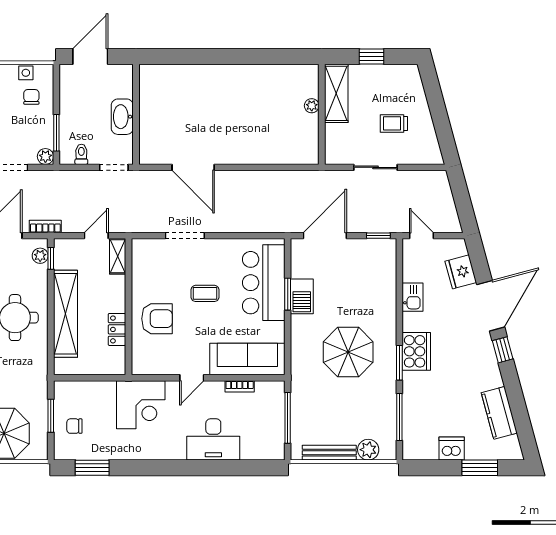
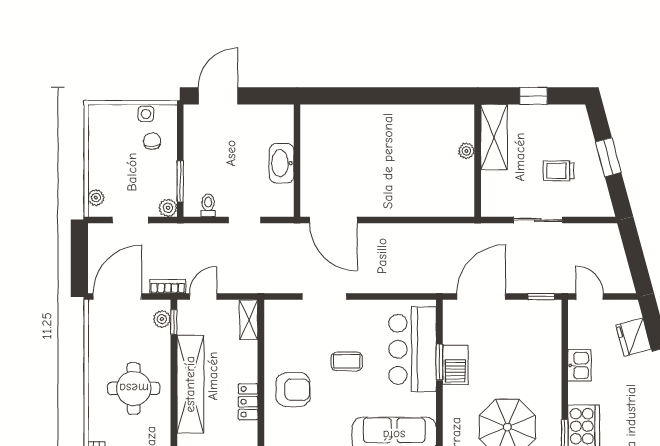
window: (438, 111) -> (608, 157), added
wall: (136, 114) -> (297, 161), moved
washbasin: (122, 117) -> (282, 163), moved
door: (96, 236) -> (203, 297), moved

